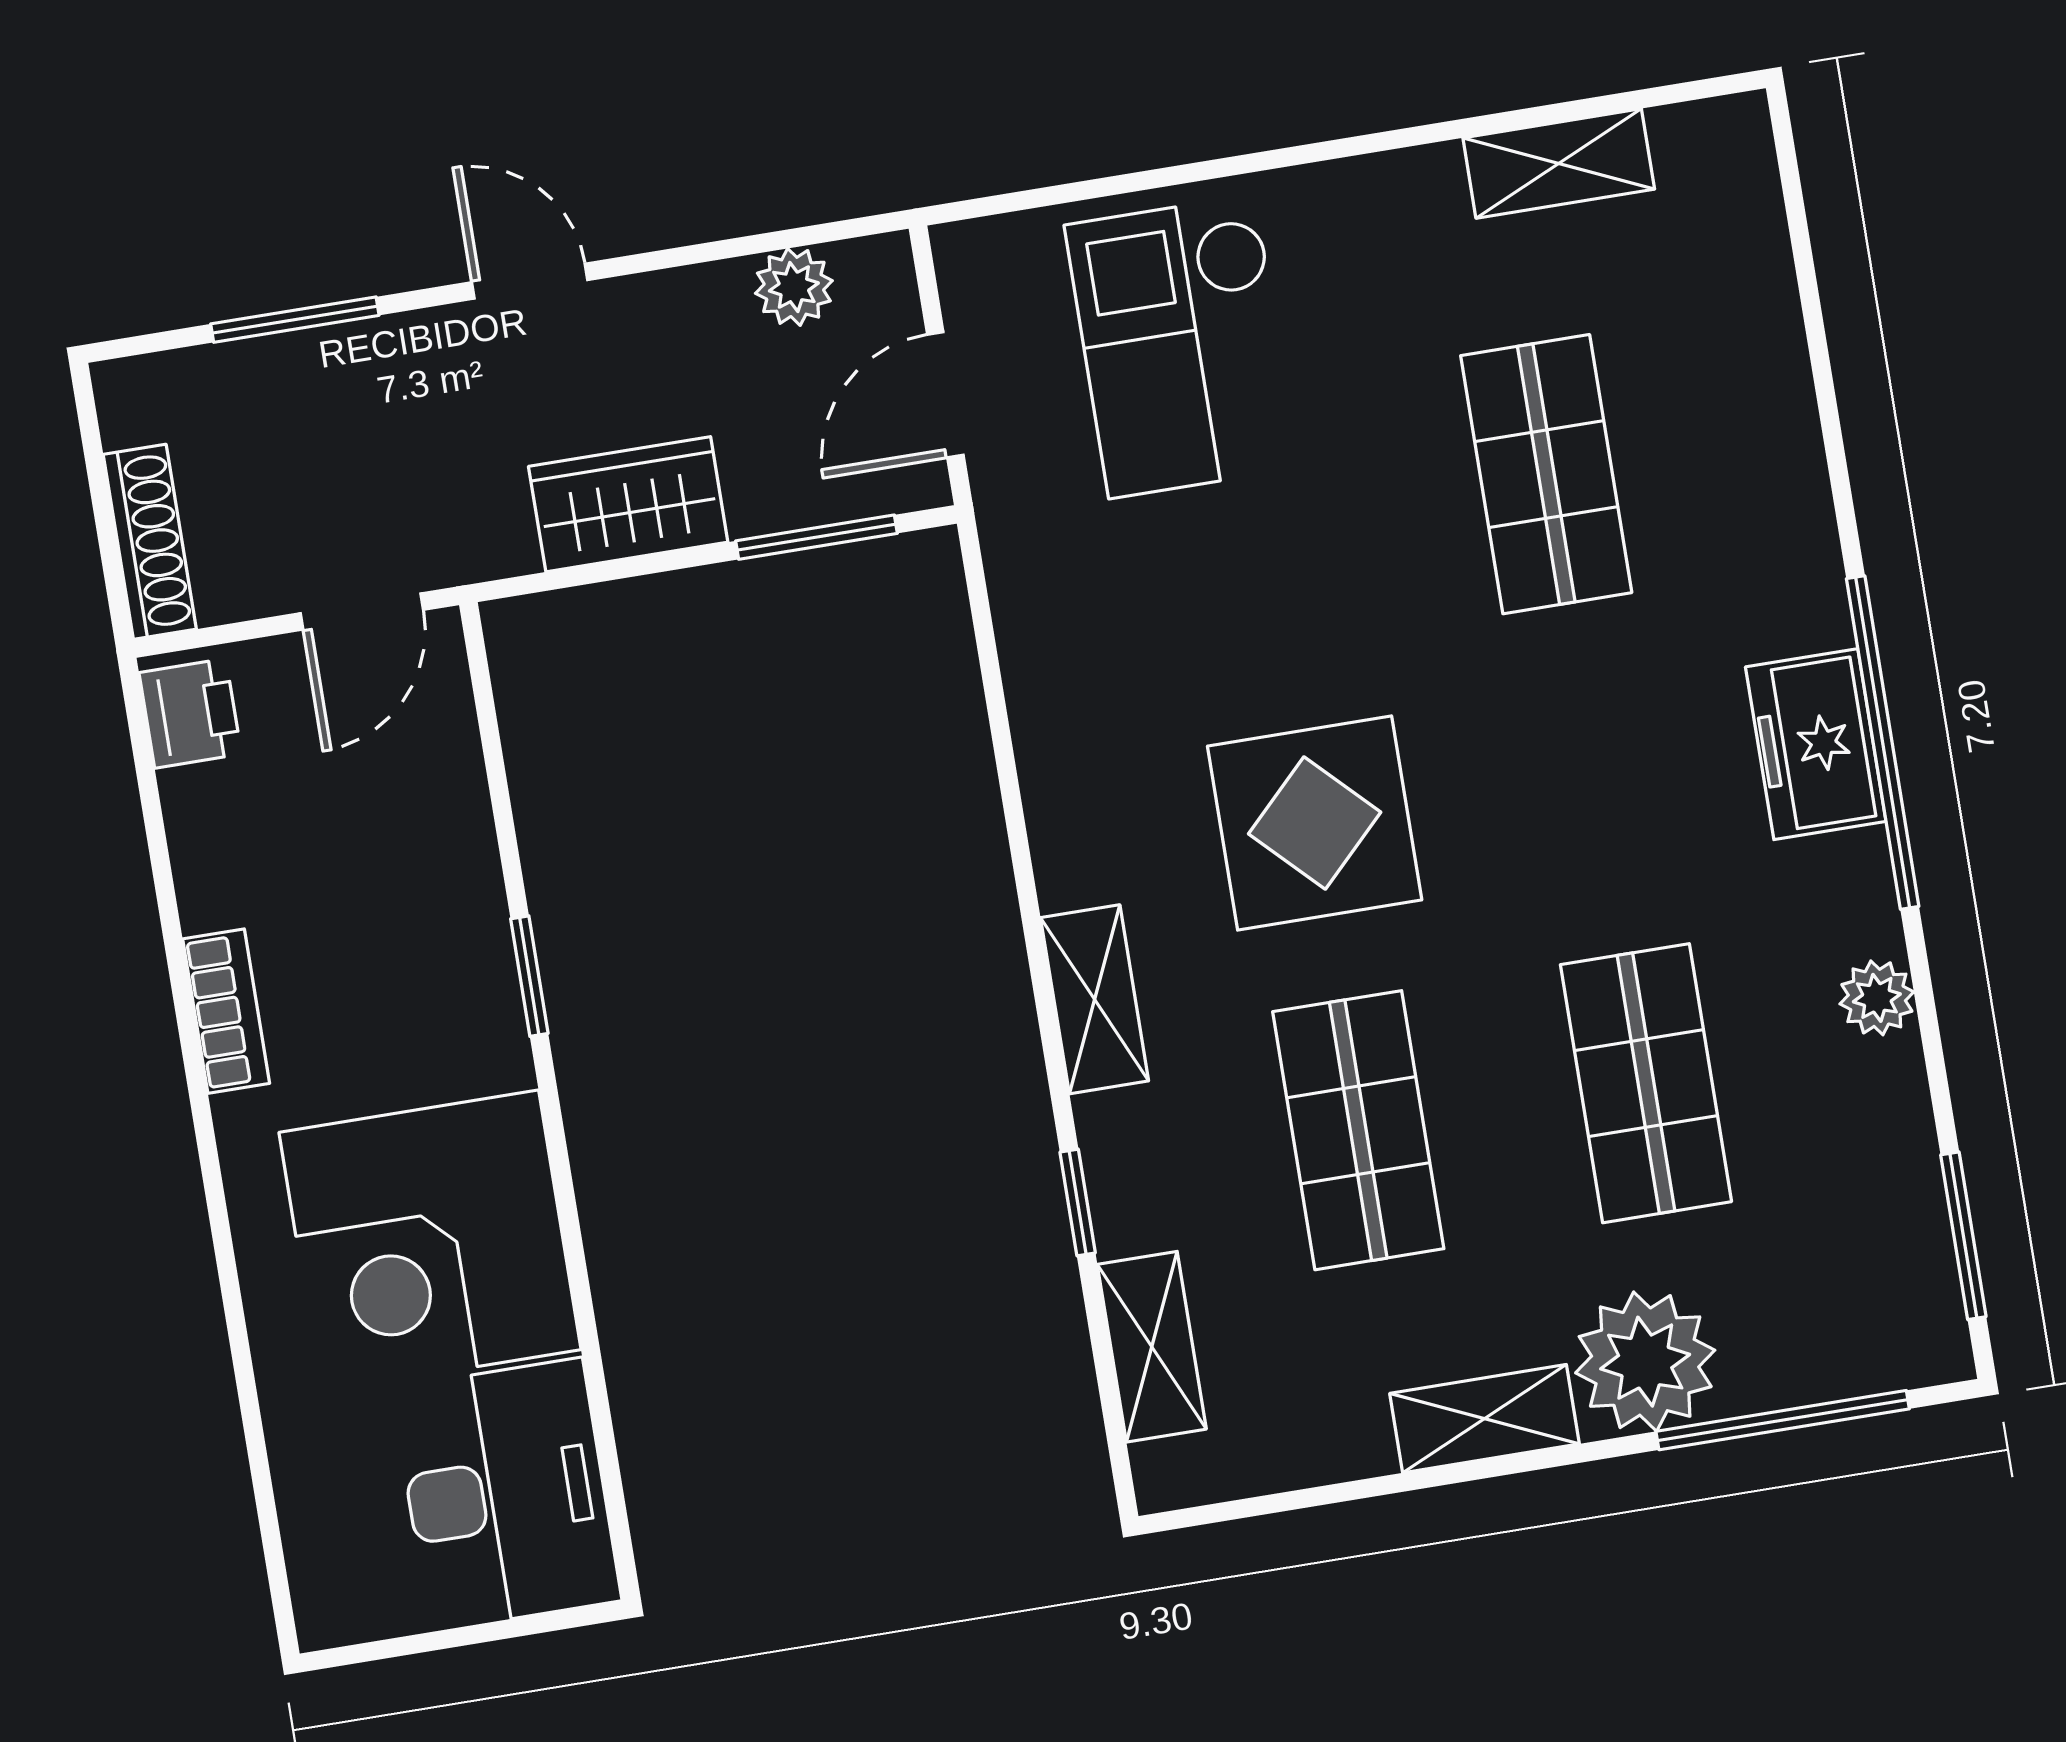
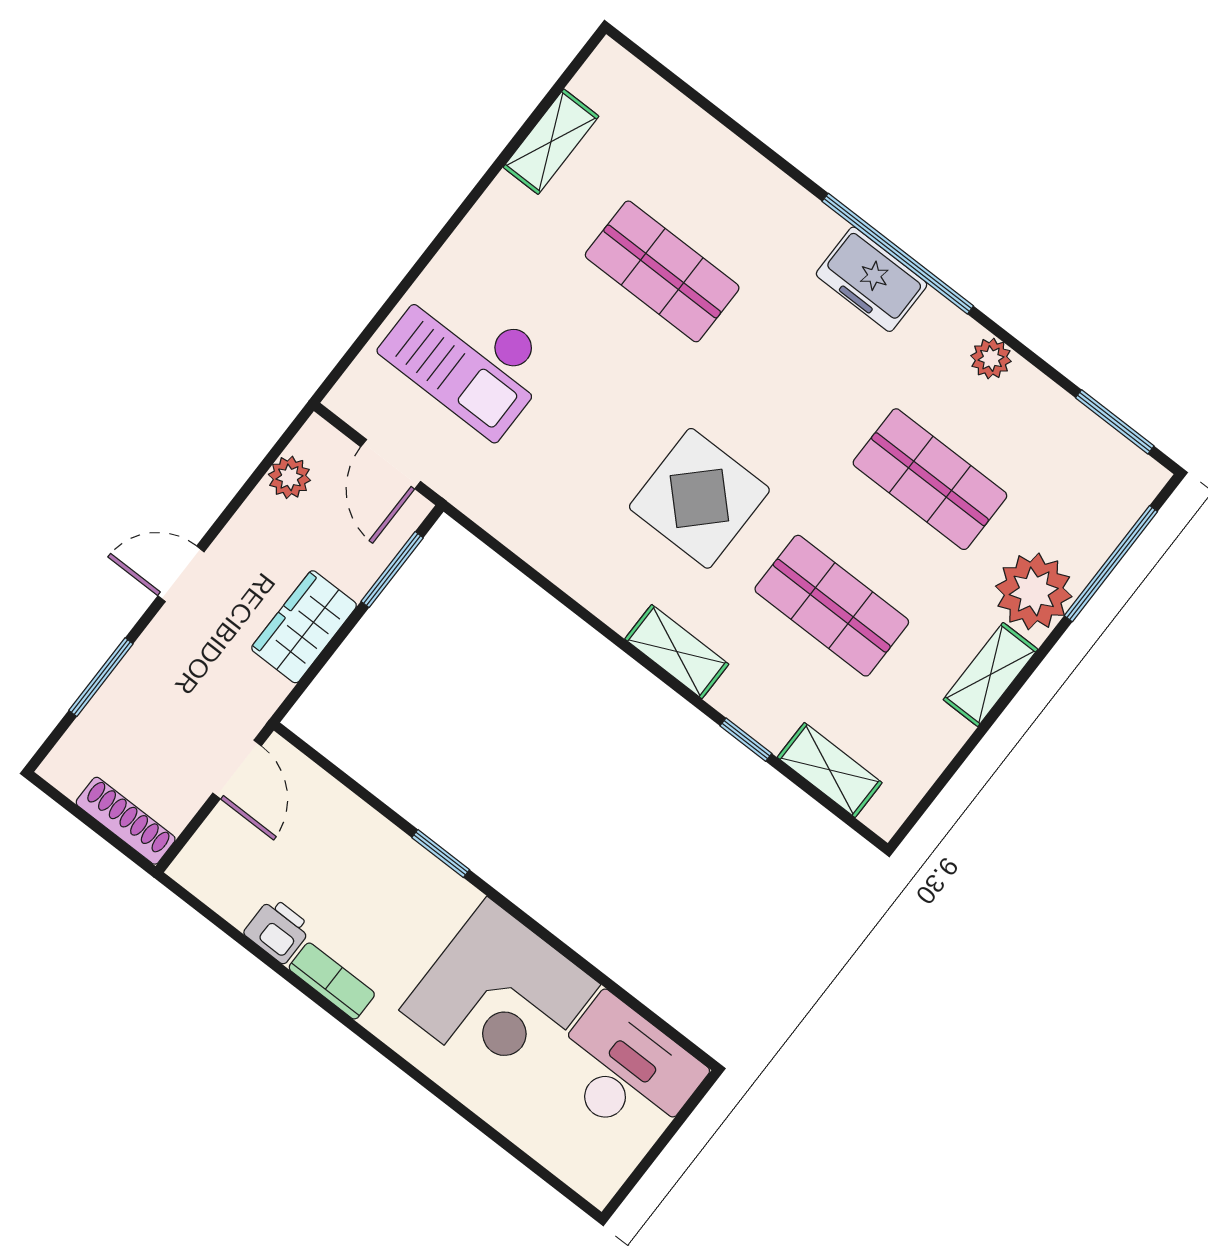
printer: (190, 713) -> (278, 930), moved

